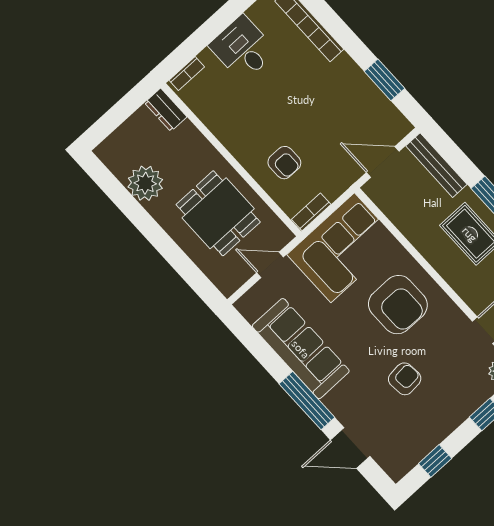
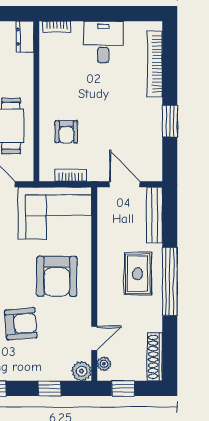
window: (384, 80) -> (170, 121), moved
bookcase: (311, 212) -> (71, 175), moved
armchair: (405, 379) -> (21, 324), width x1.38, depth x1.38

